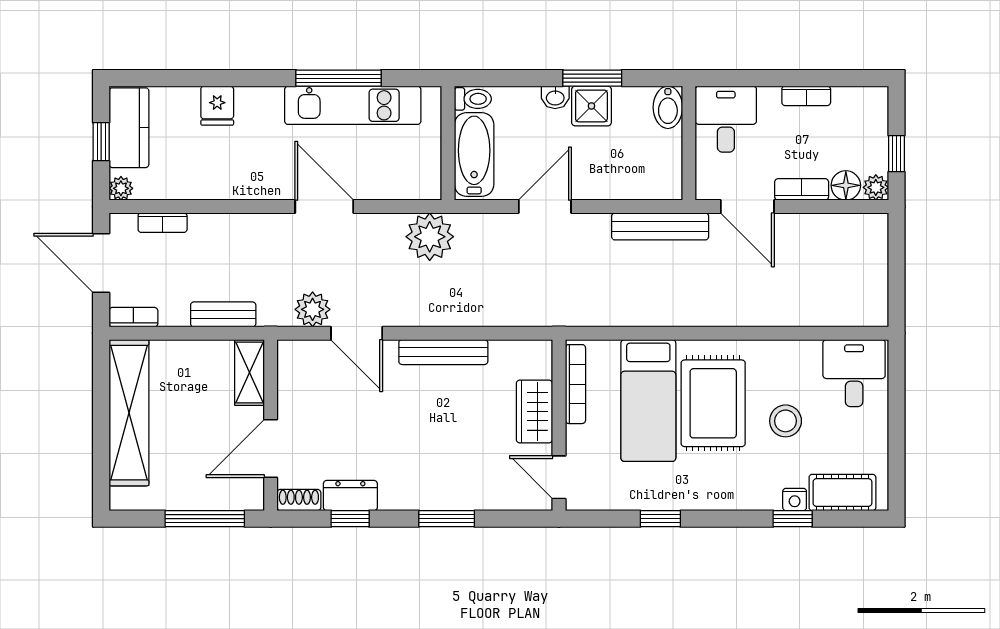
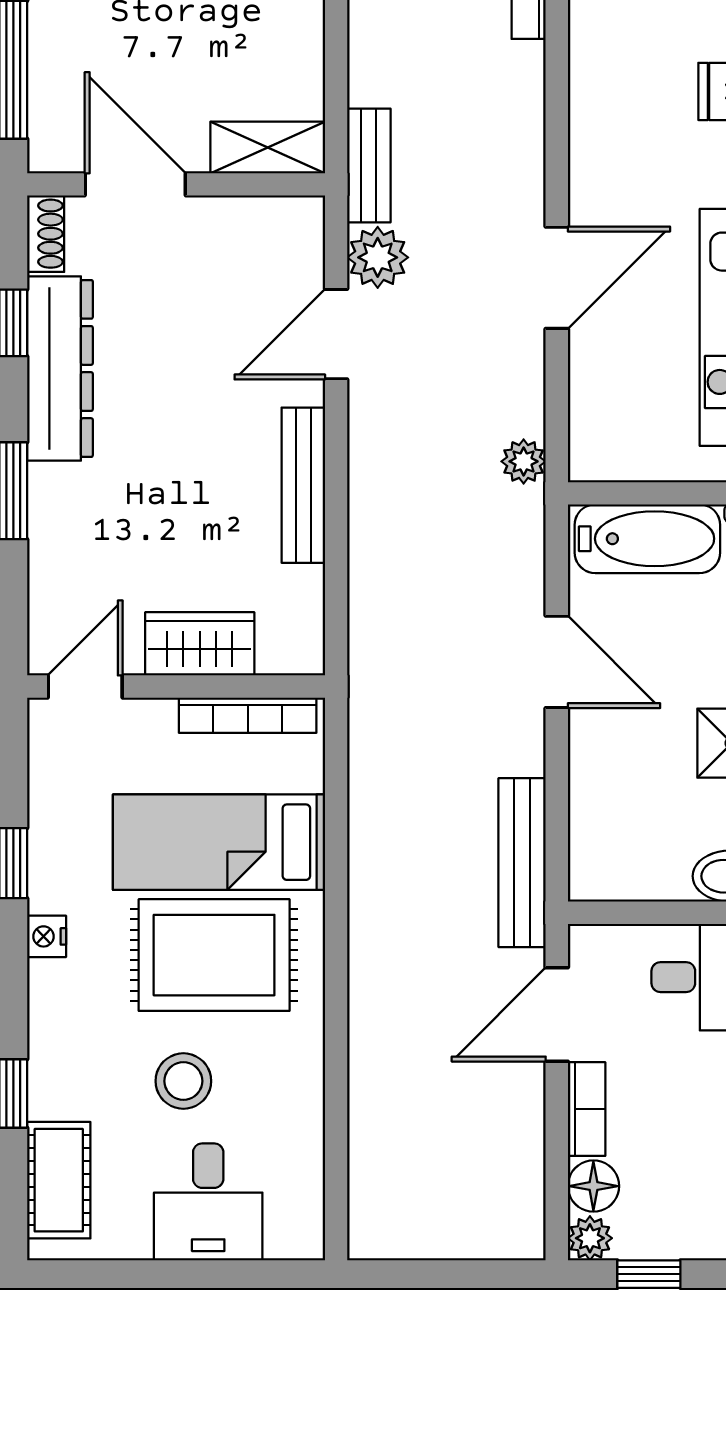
plant: (430, 237) -> (524, 461), width x0.53, depth x0.53
bench: (223, 314) -> (369, 166), moved
desk: (854, 373) -> (208, 1202), moved, turned 90
dresser: (350, 496) -> (60, 368), width x1.96, depth x1.24
nightstand: (795, 499) -> (47, 936), moved

